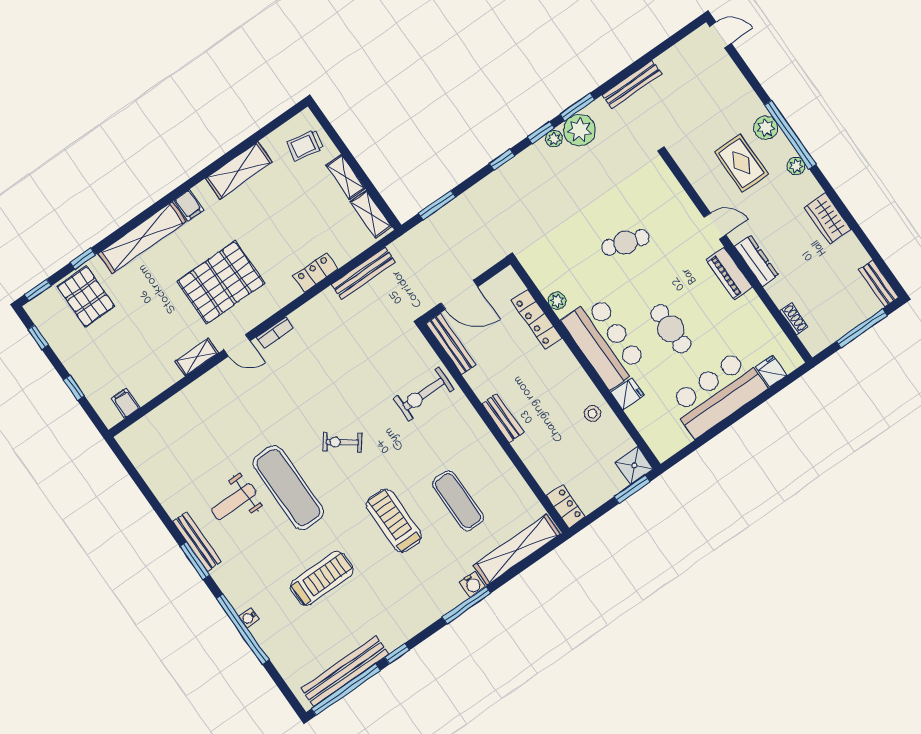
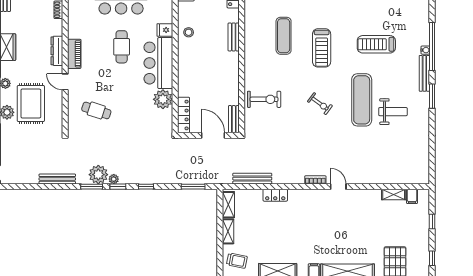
rug: (741, 163) -> (31, 103), width x1.36, depth x1.43
cafe table: (626, 242) -> (96, 110), moved
pallet: (221, 282) -> (324, 223), removed
plant: (557, 301) -> (163, 99), width x1.88, depth x1.88
locker: (537, 319) -> (184, 115), moved
bench: (451, 344) -> (234, 119), width x0.73
shelving: (197, 357) -> (394, 195), moved
bench: (503, 418) -> (234, 37), moved
bench: (197, 542) -> (424, 73), moved

